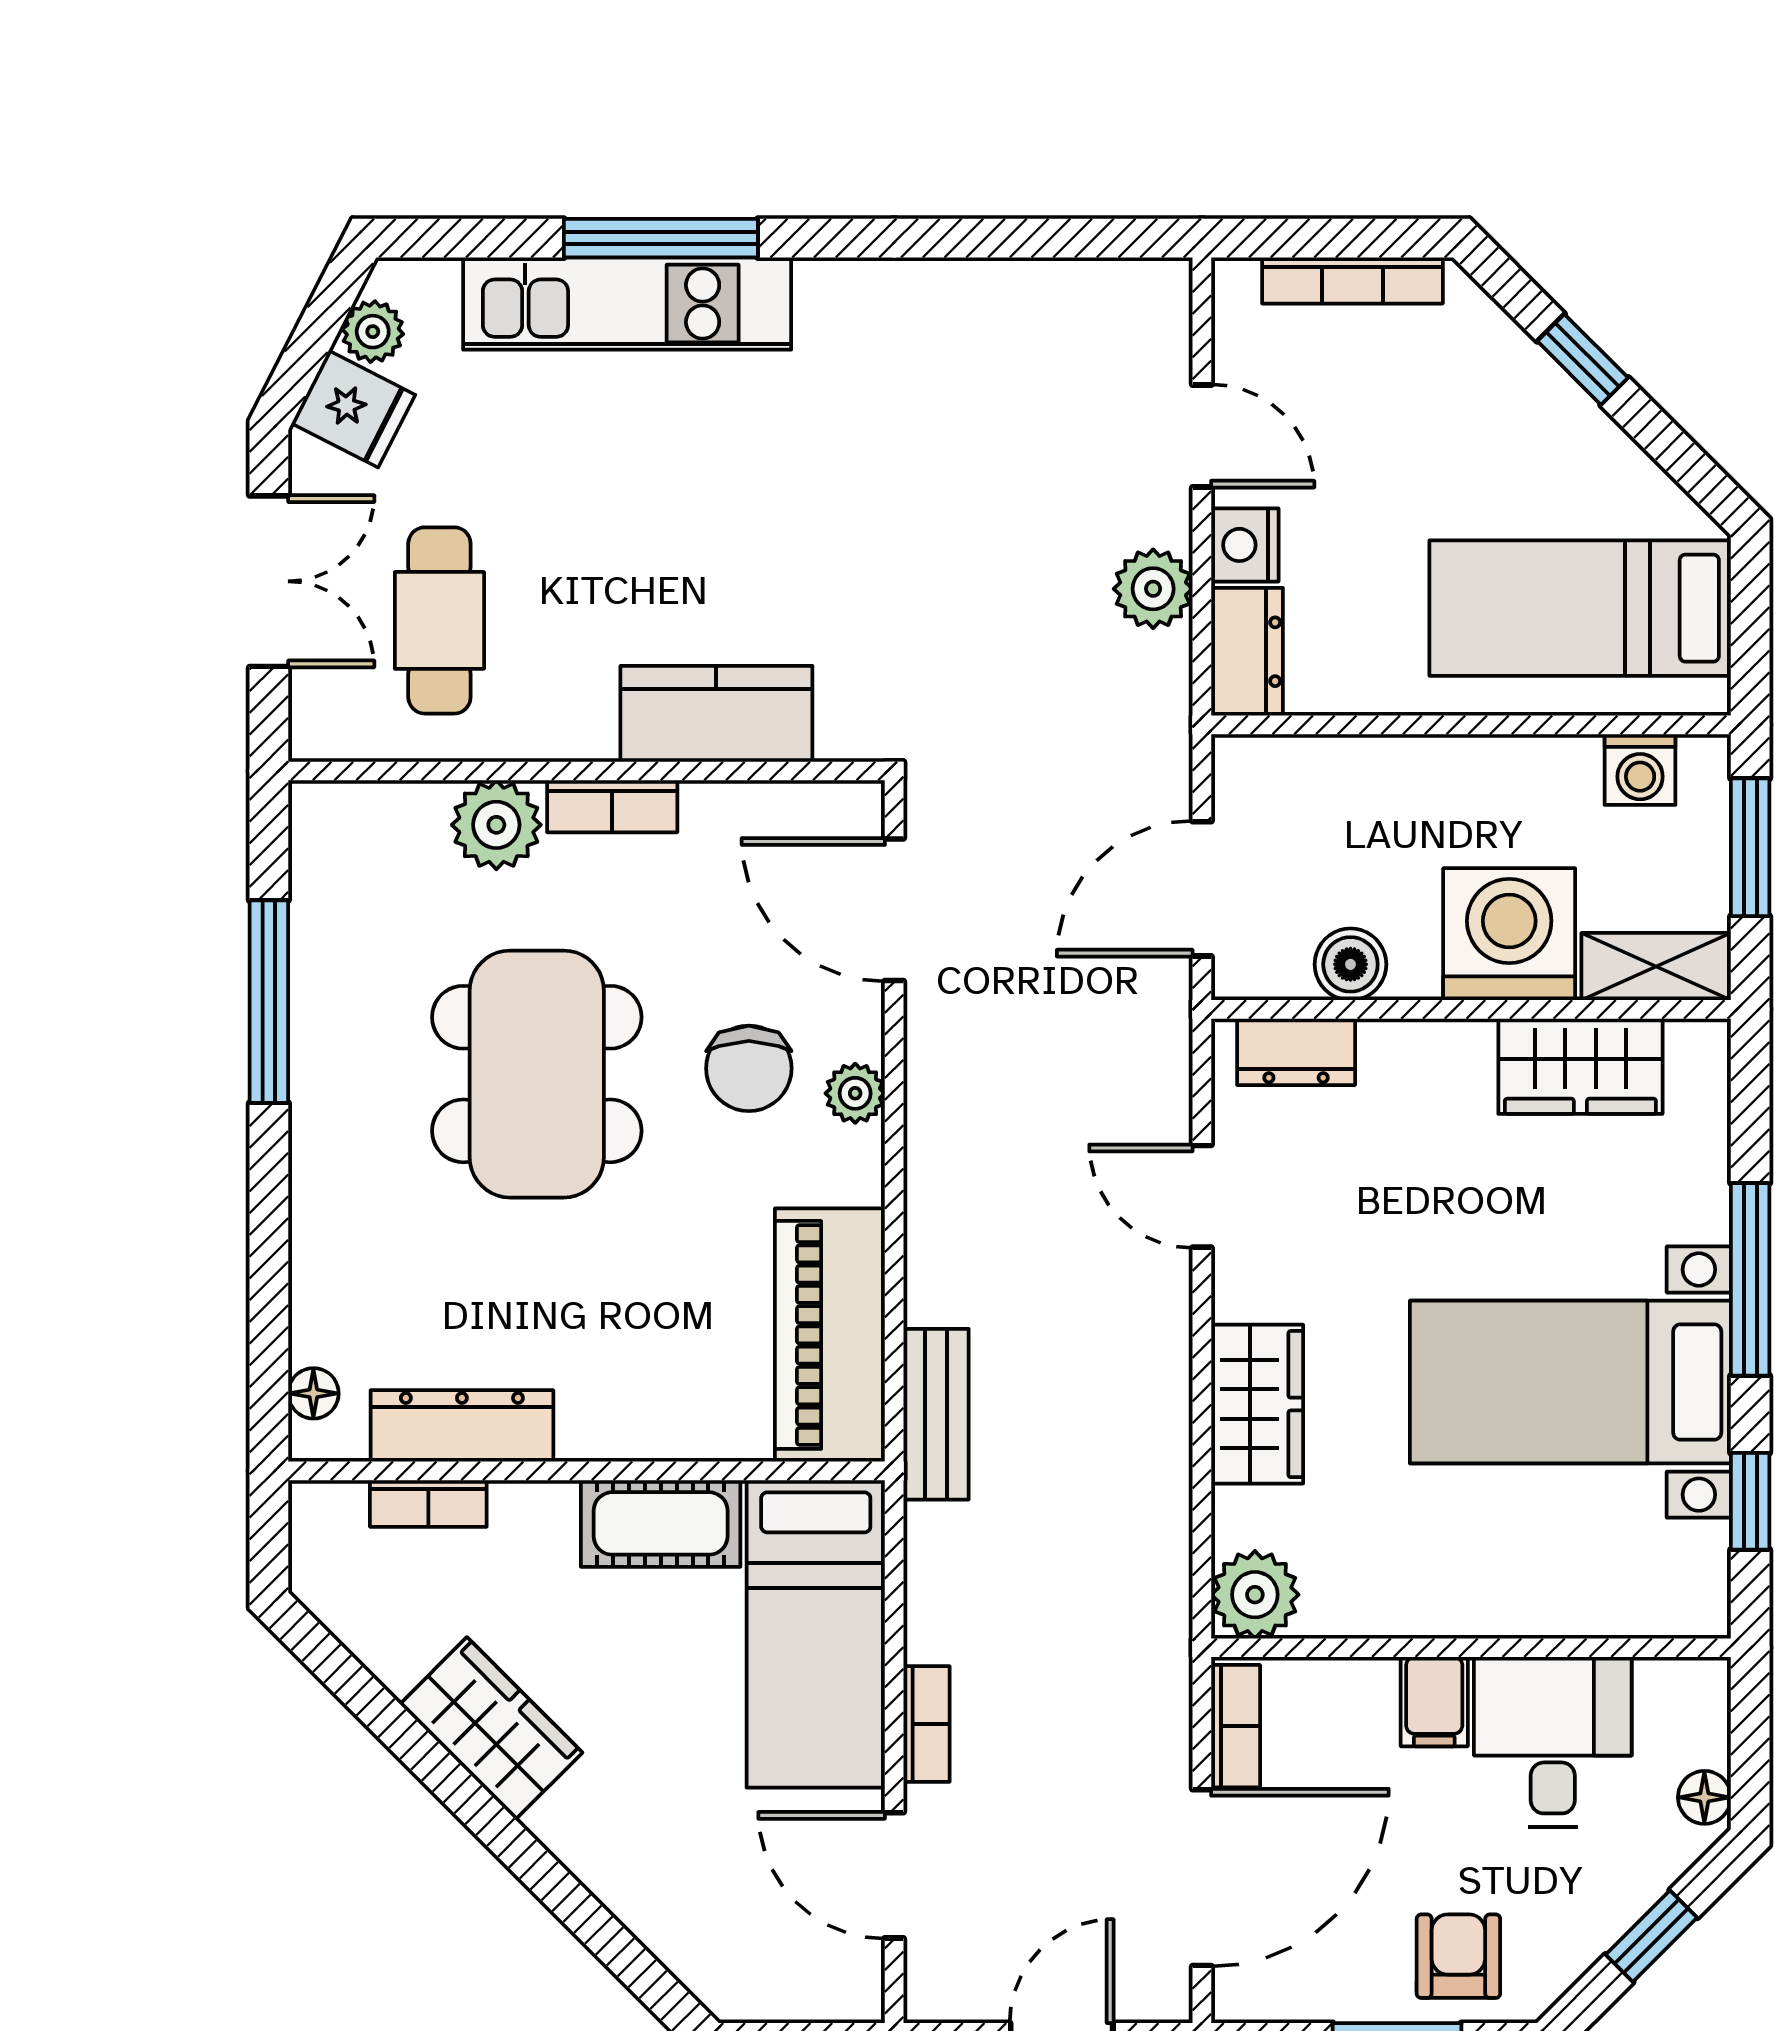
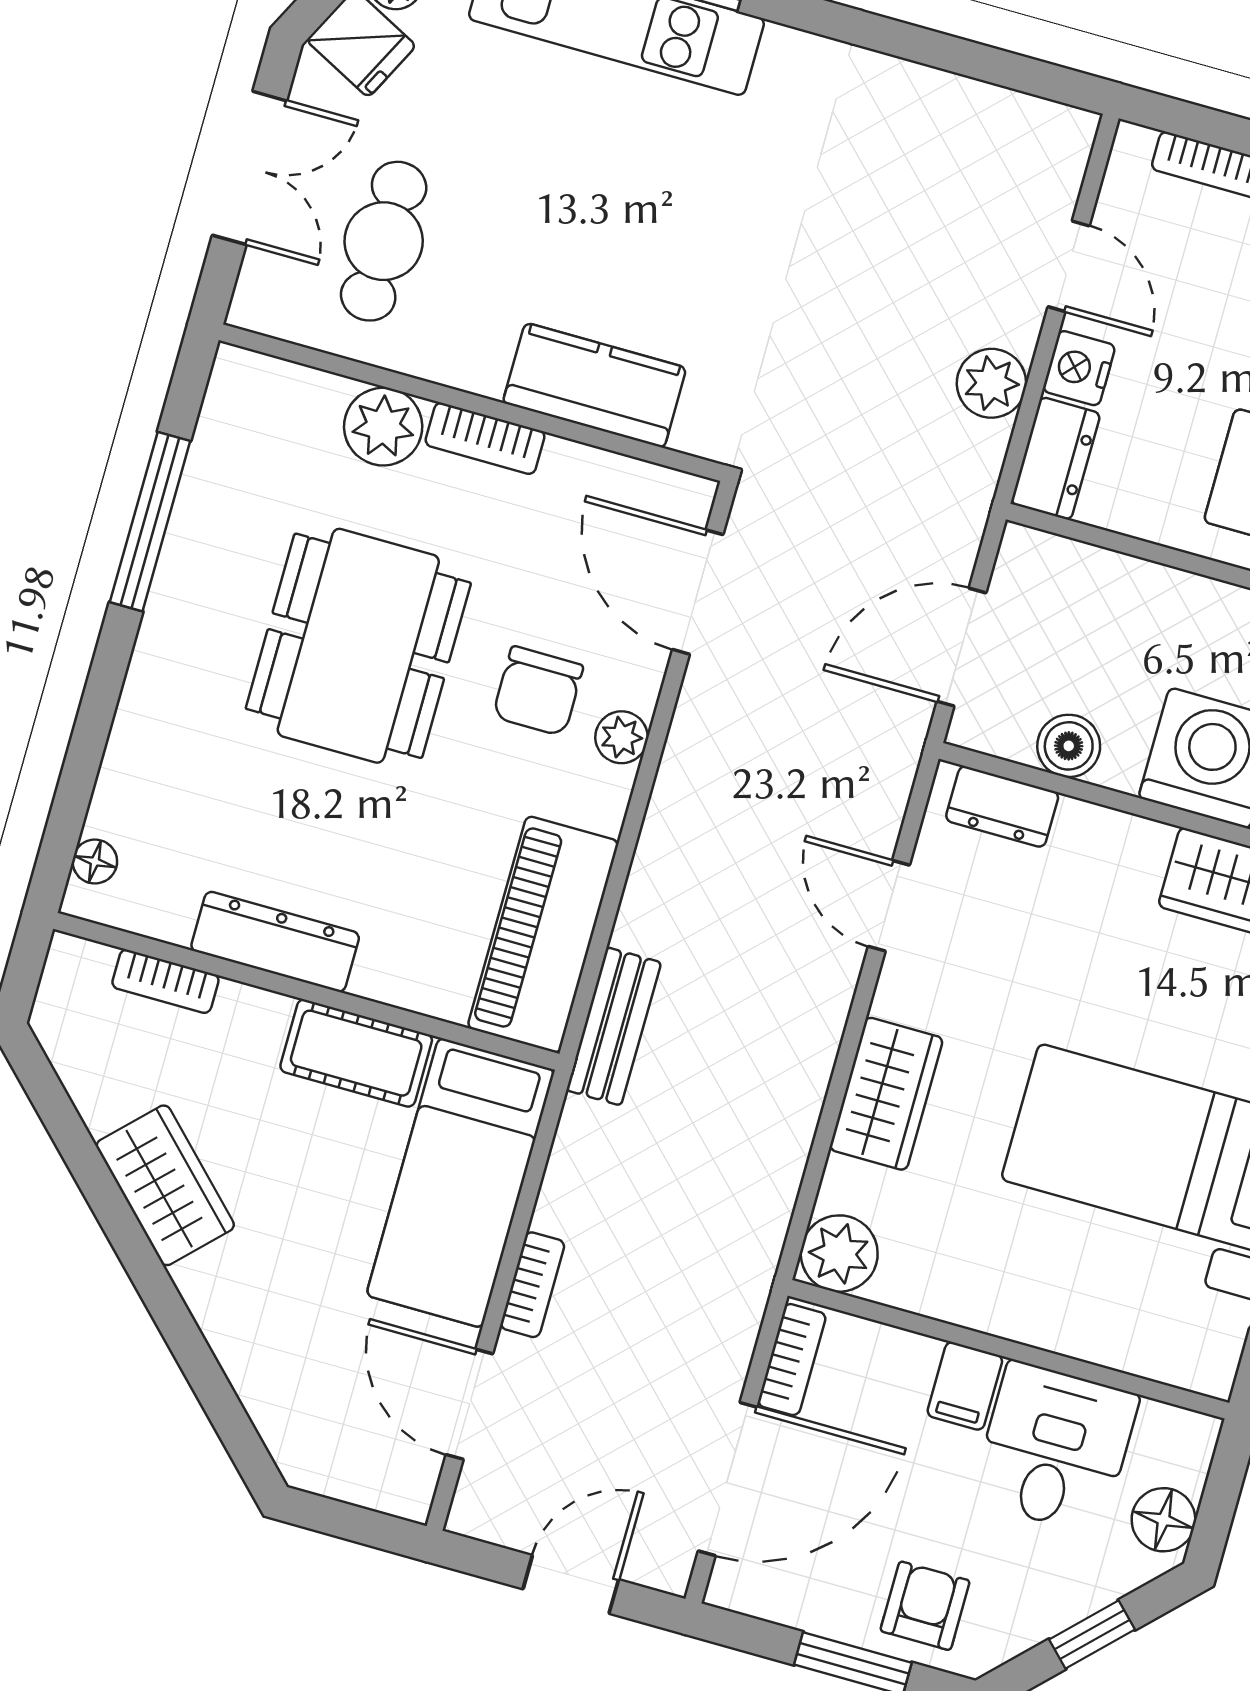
dresser: (462, 1426) -> (275, 942), moved
floor lamp: (1704, 1797) -> (1163, 1520), width x1.37, depth x1.37

